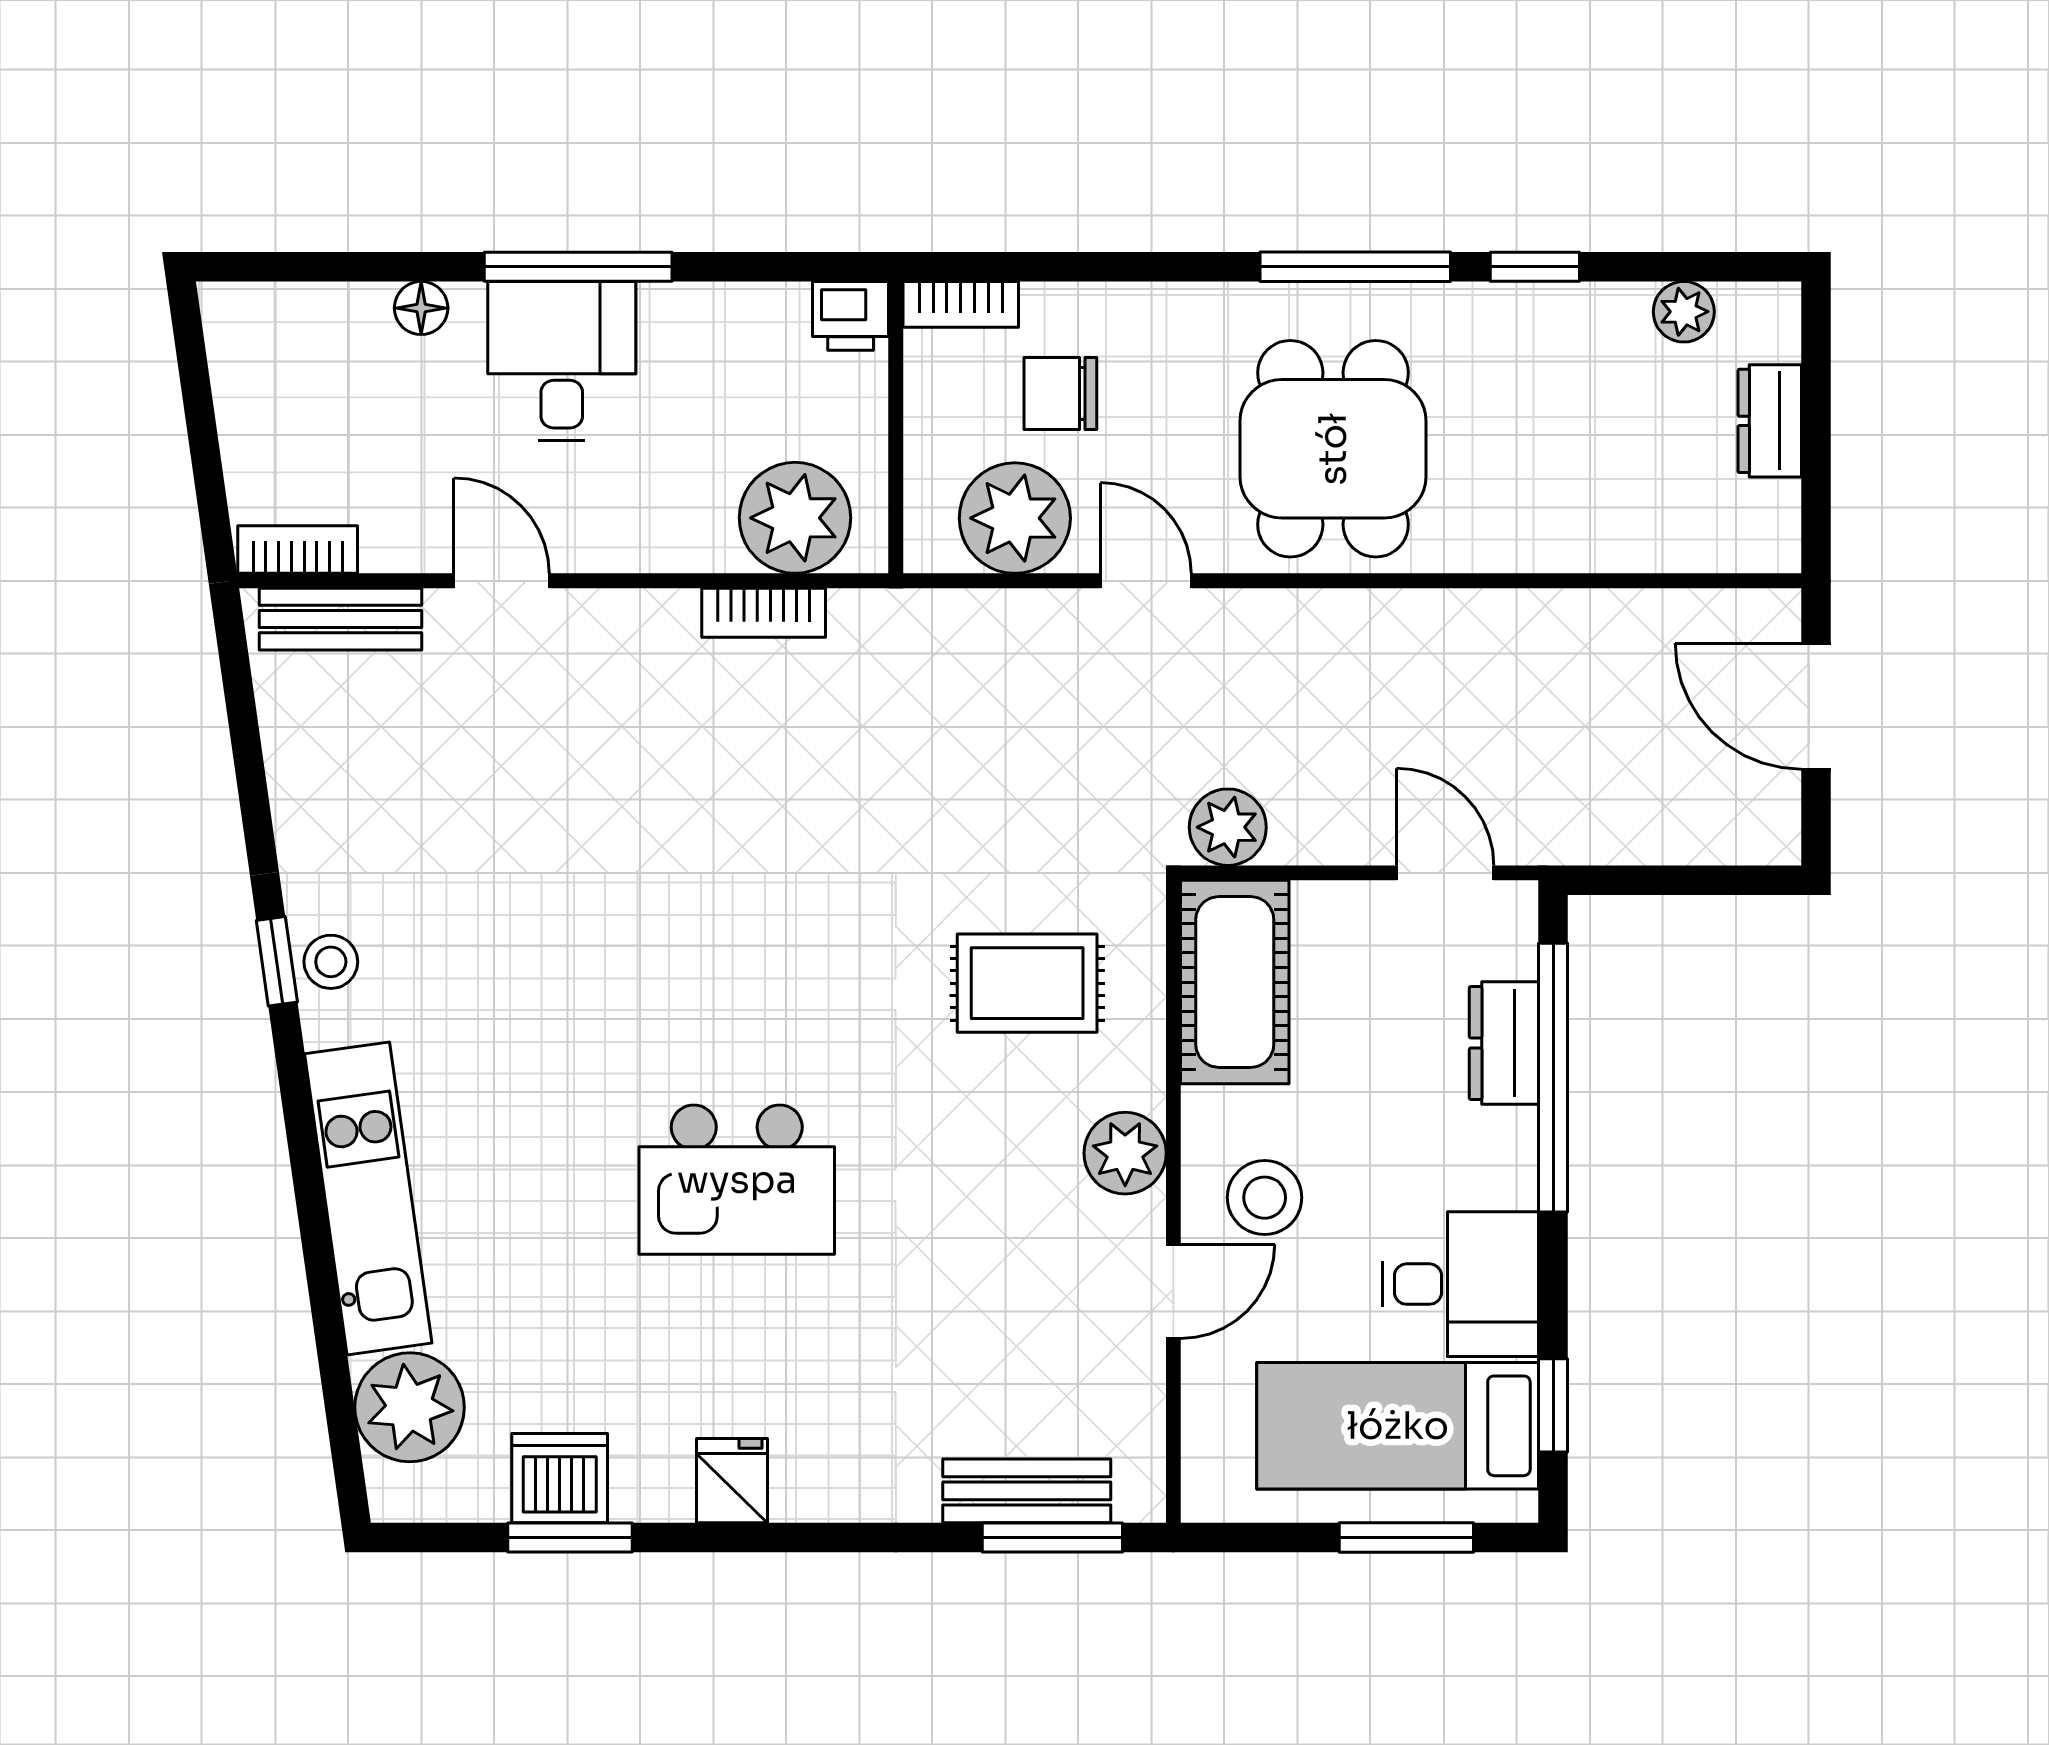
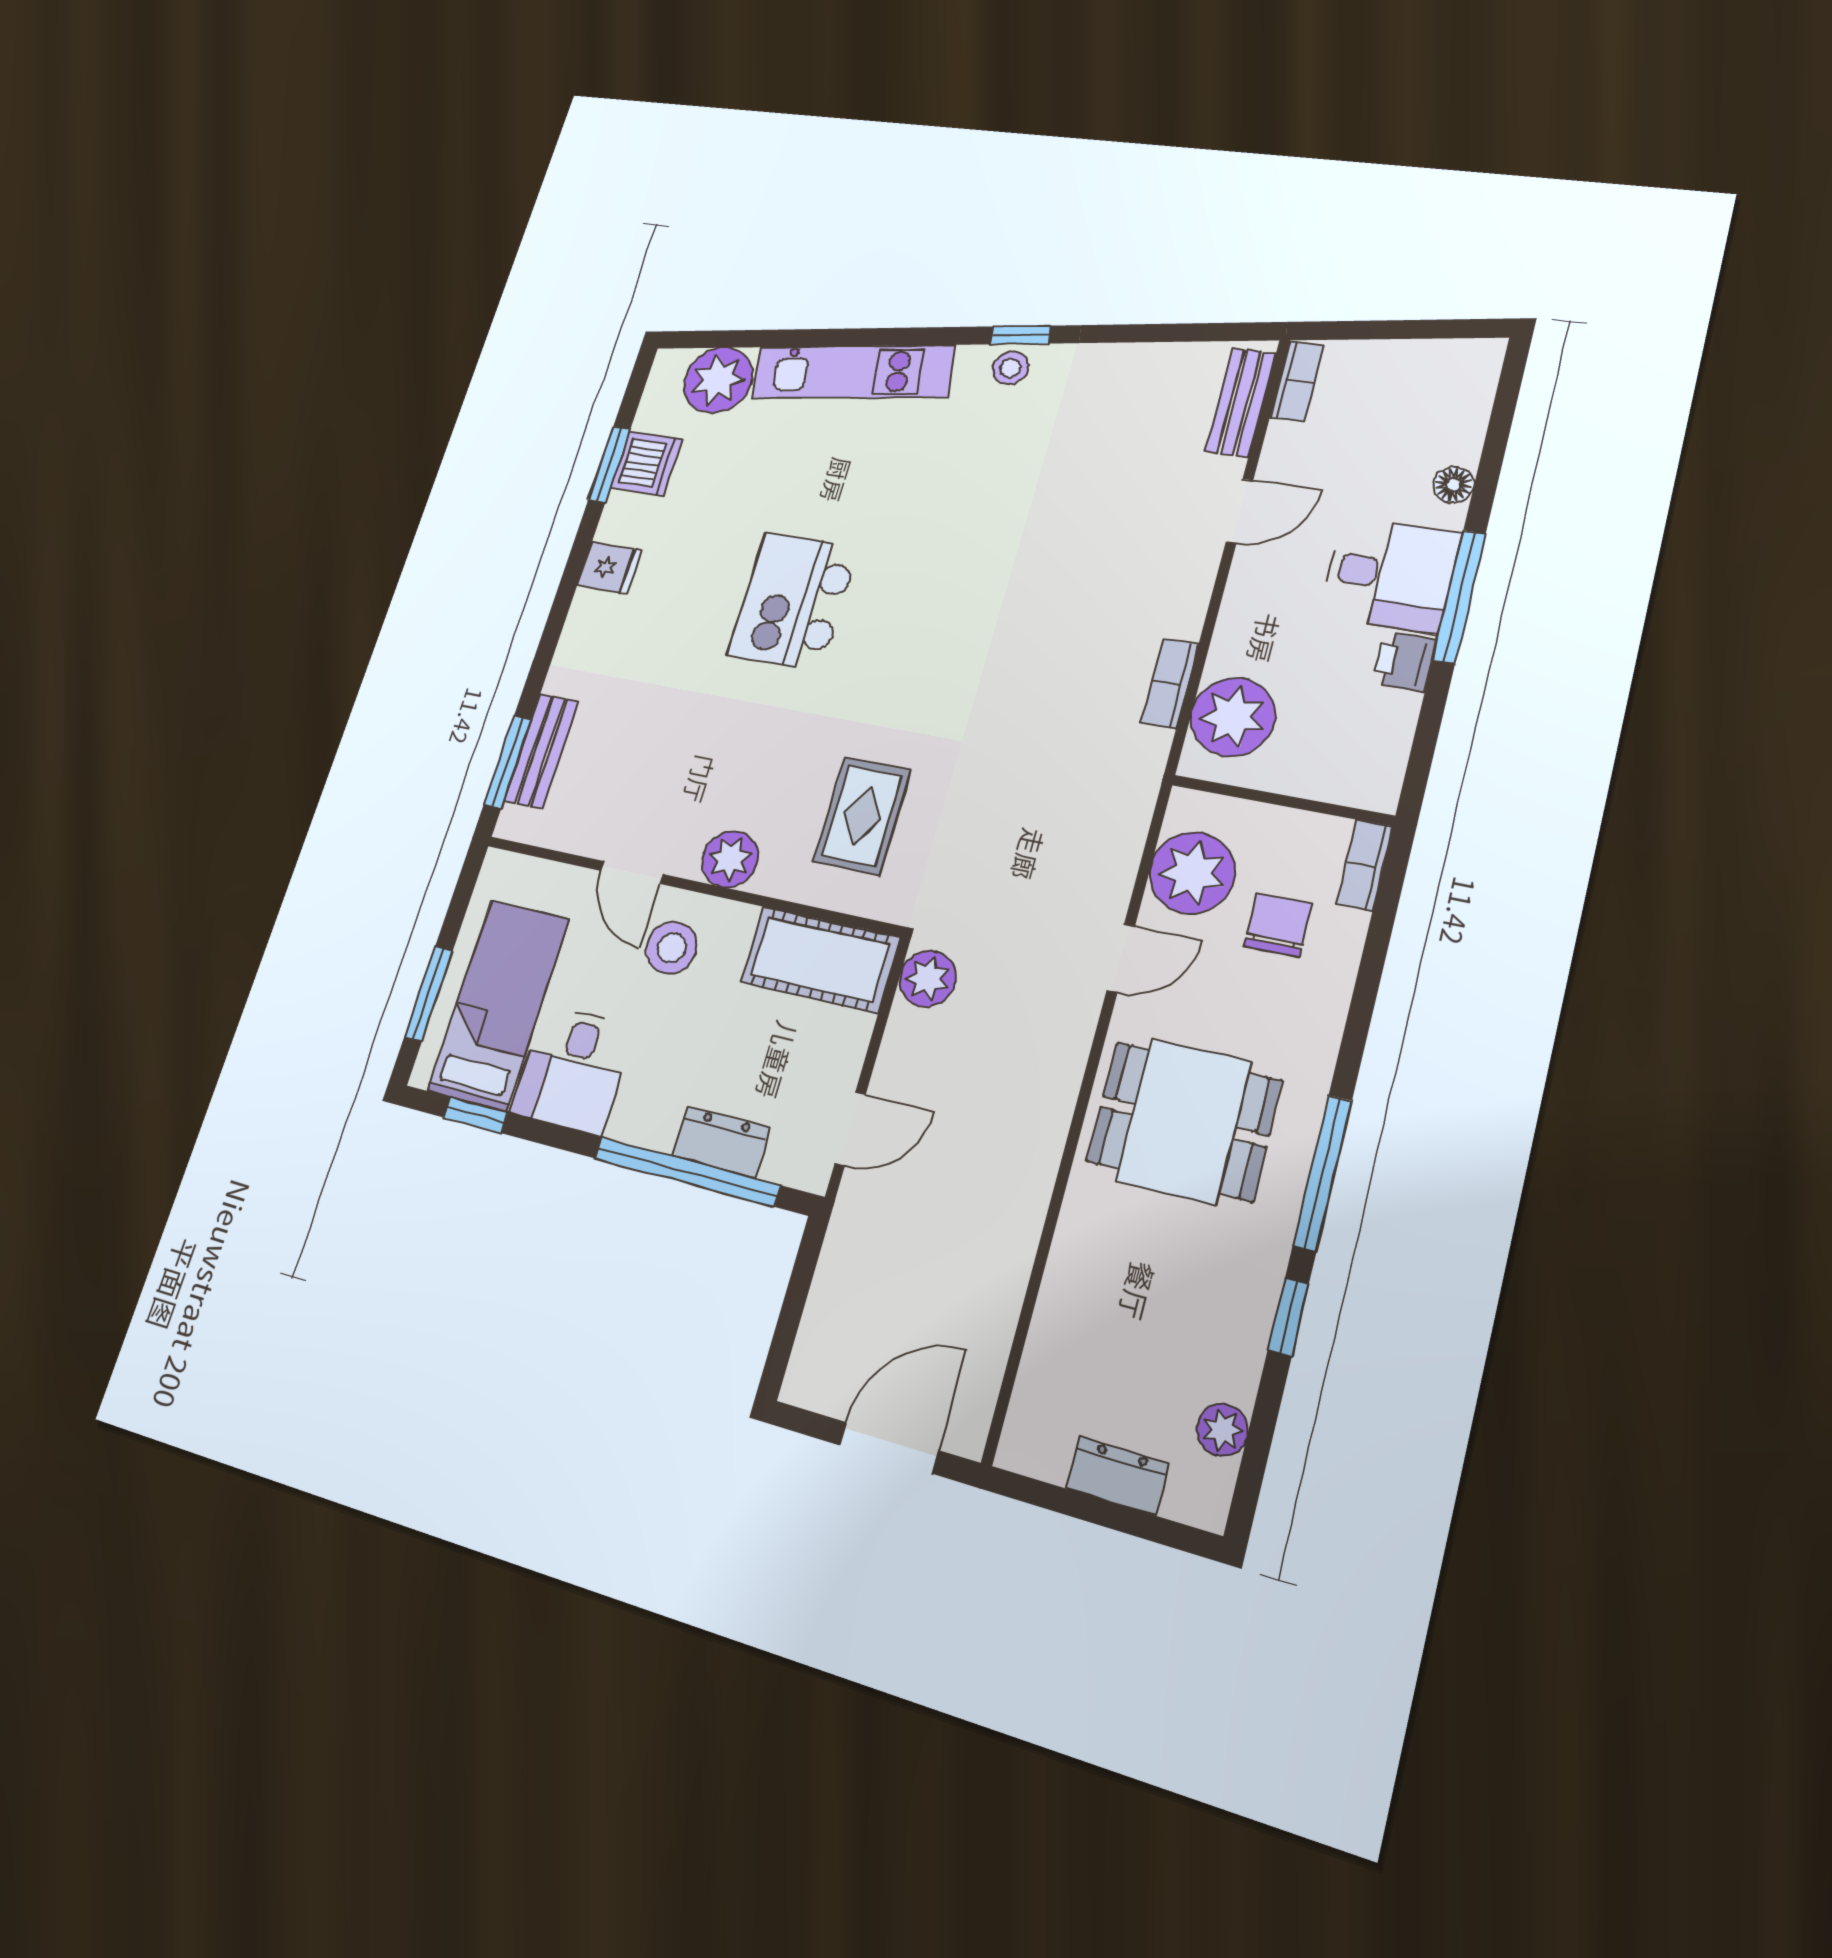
printer: (851, 316) -> (1405, 662), moved

